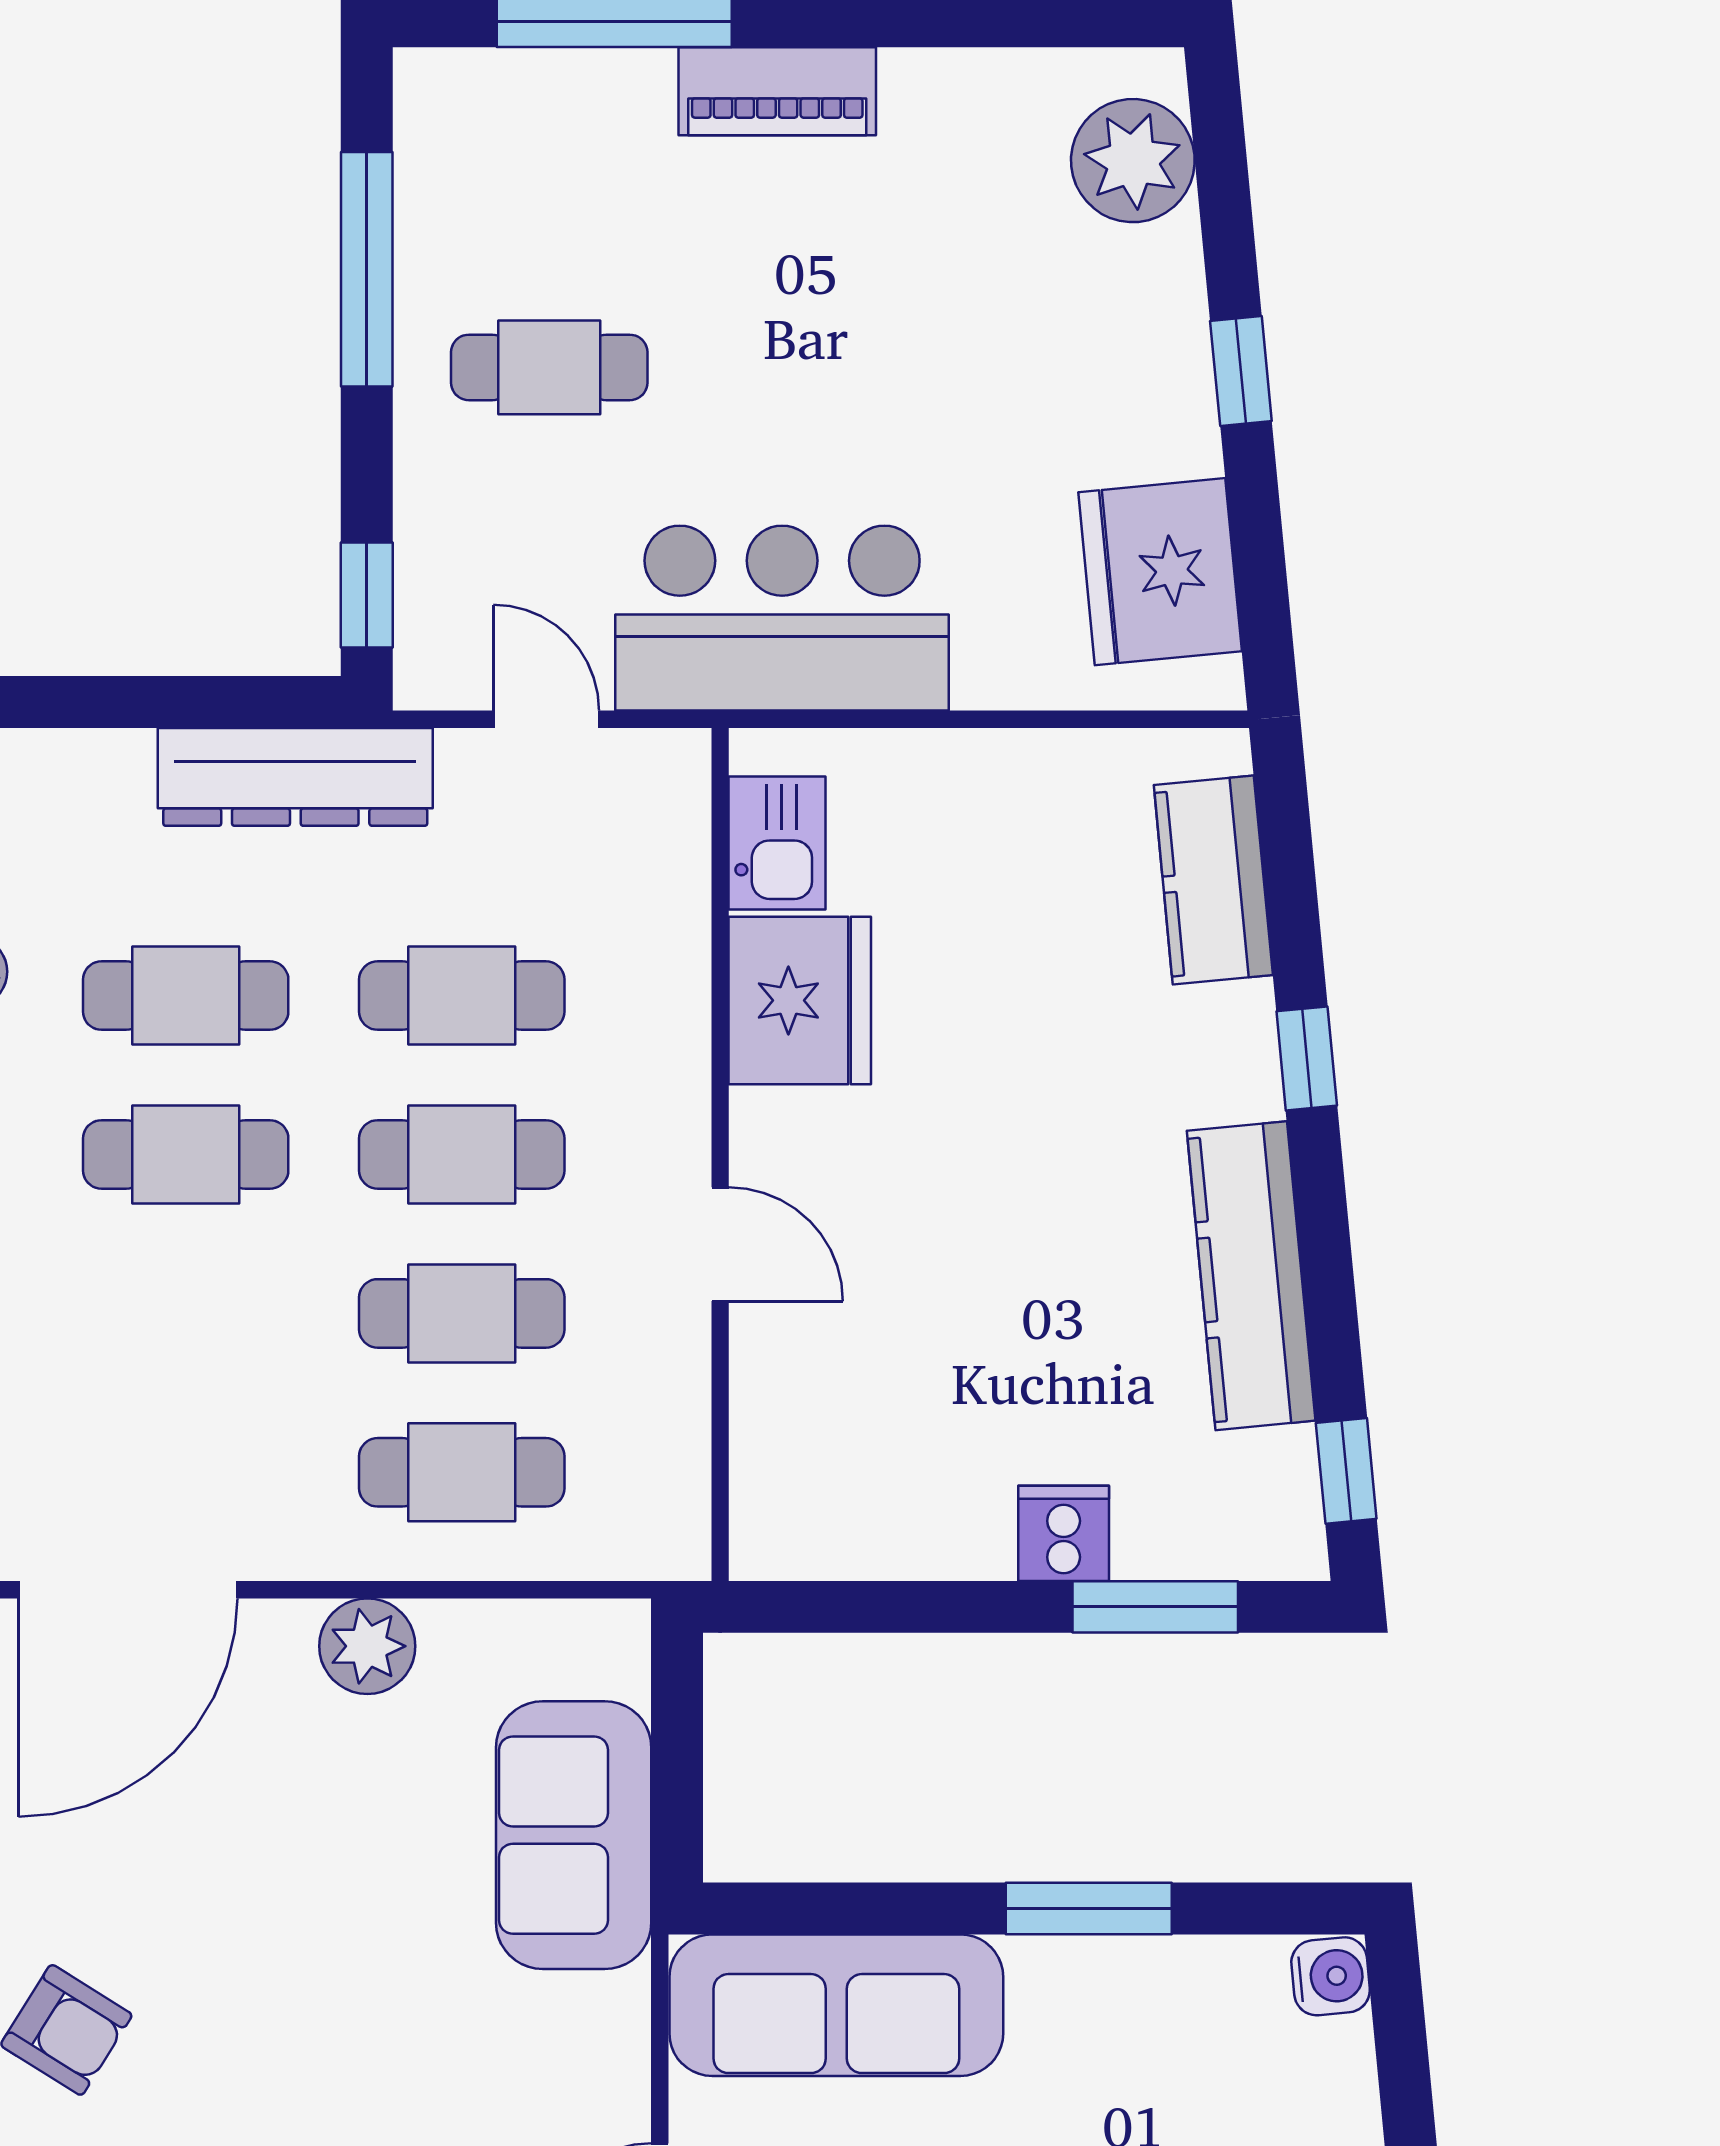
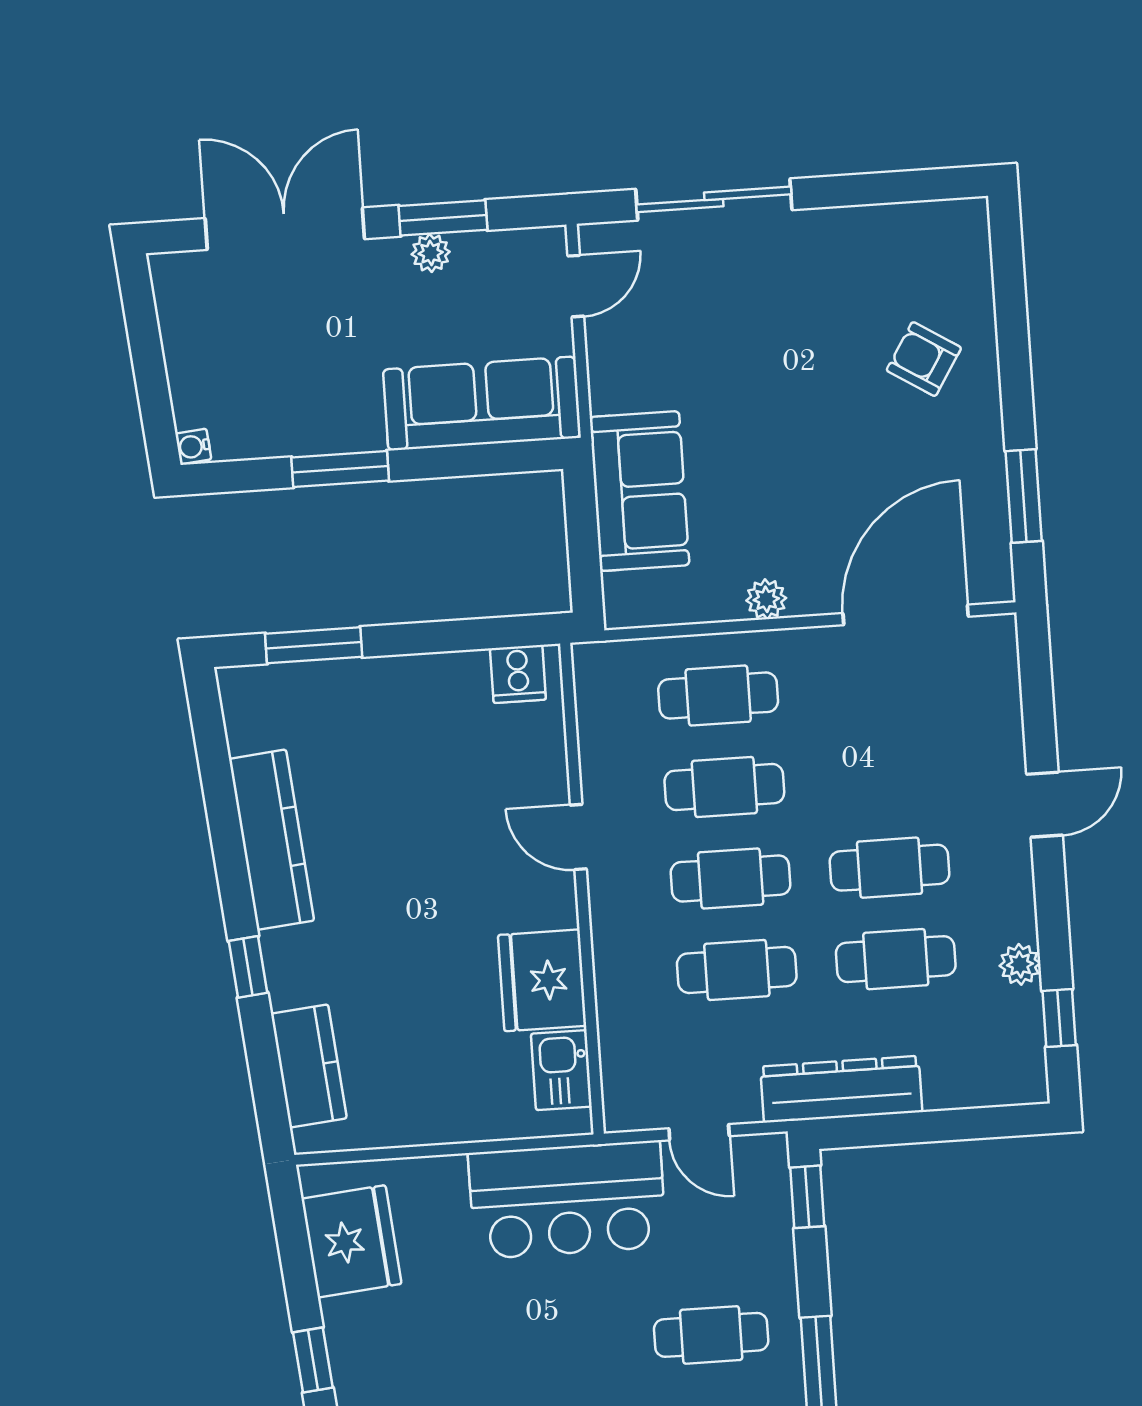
window: (1346, 1471) -> (209, 731), removed
cooker: (1064, 1533) -> (518, 674), moved
plant: (367, 1646) -> (766, 599), width x0.73, depth x0.73
water cooler: (1331, 1976) -> (193, 446), width x0.72, depth x0.72

